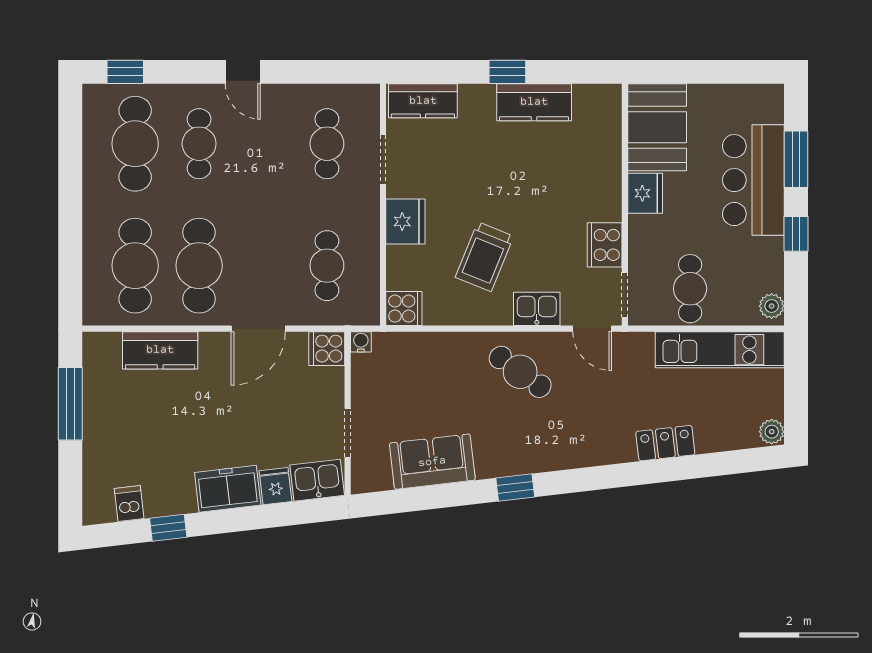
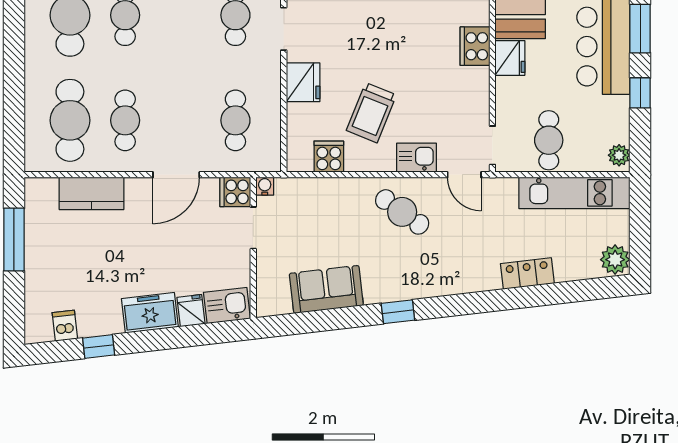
cooker: (605, 245) -> (475, 46), moved
cafe table: (199, 266) -> (125, 120), width x0.73, depth x0.74
cooker: (404, 309) -> (329, 157), moved, turned -90
plant: (772, 432) -> (615, 260), width x1.38, depth x1.38
doorway: (348, 433) -> (253, 228), moved

